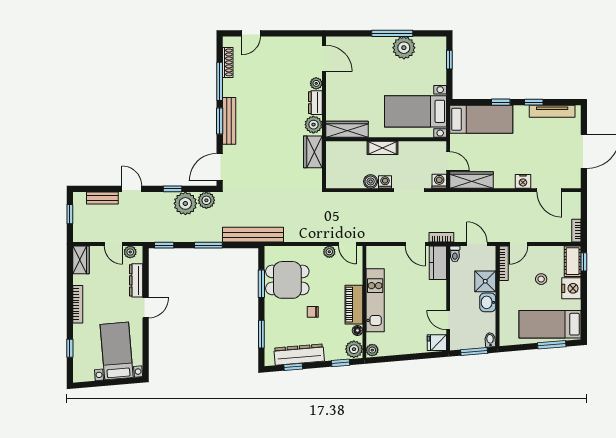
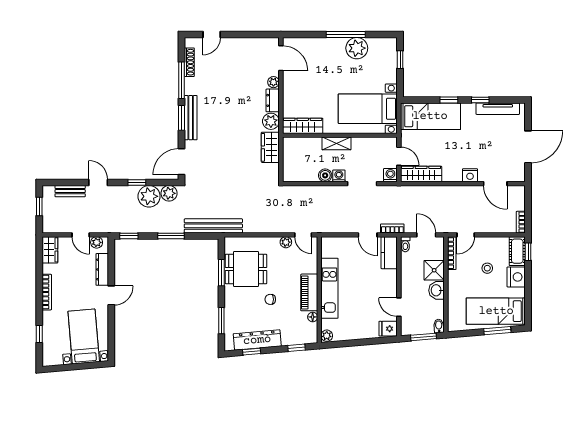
plant: (354, 349) -> (309, 335), removed

